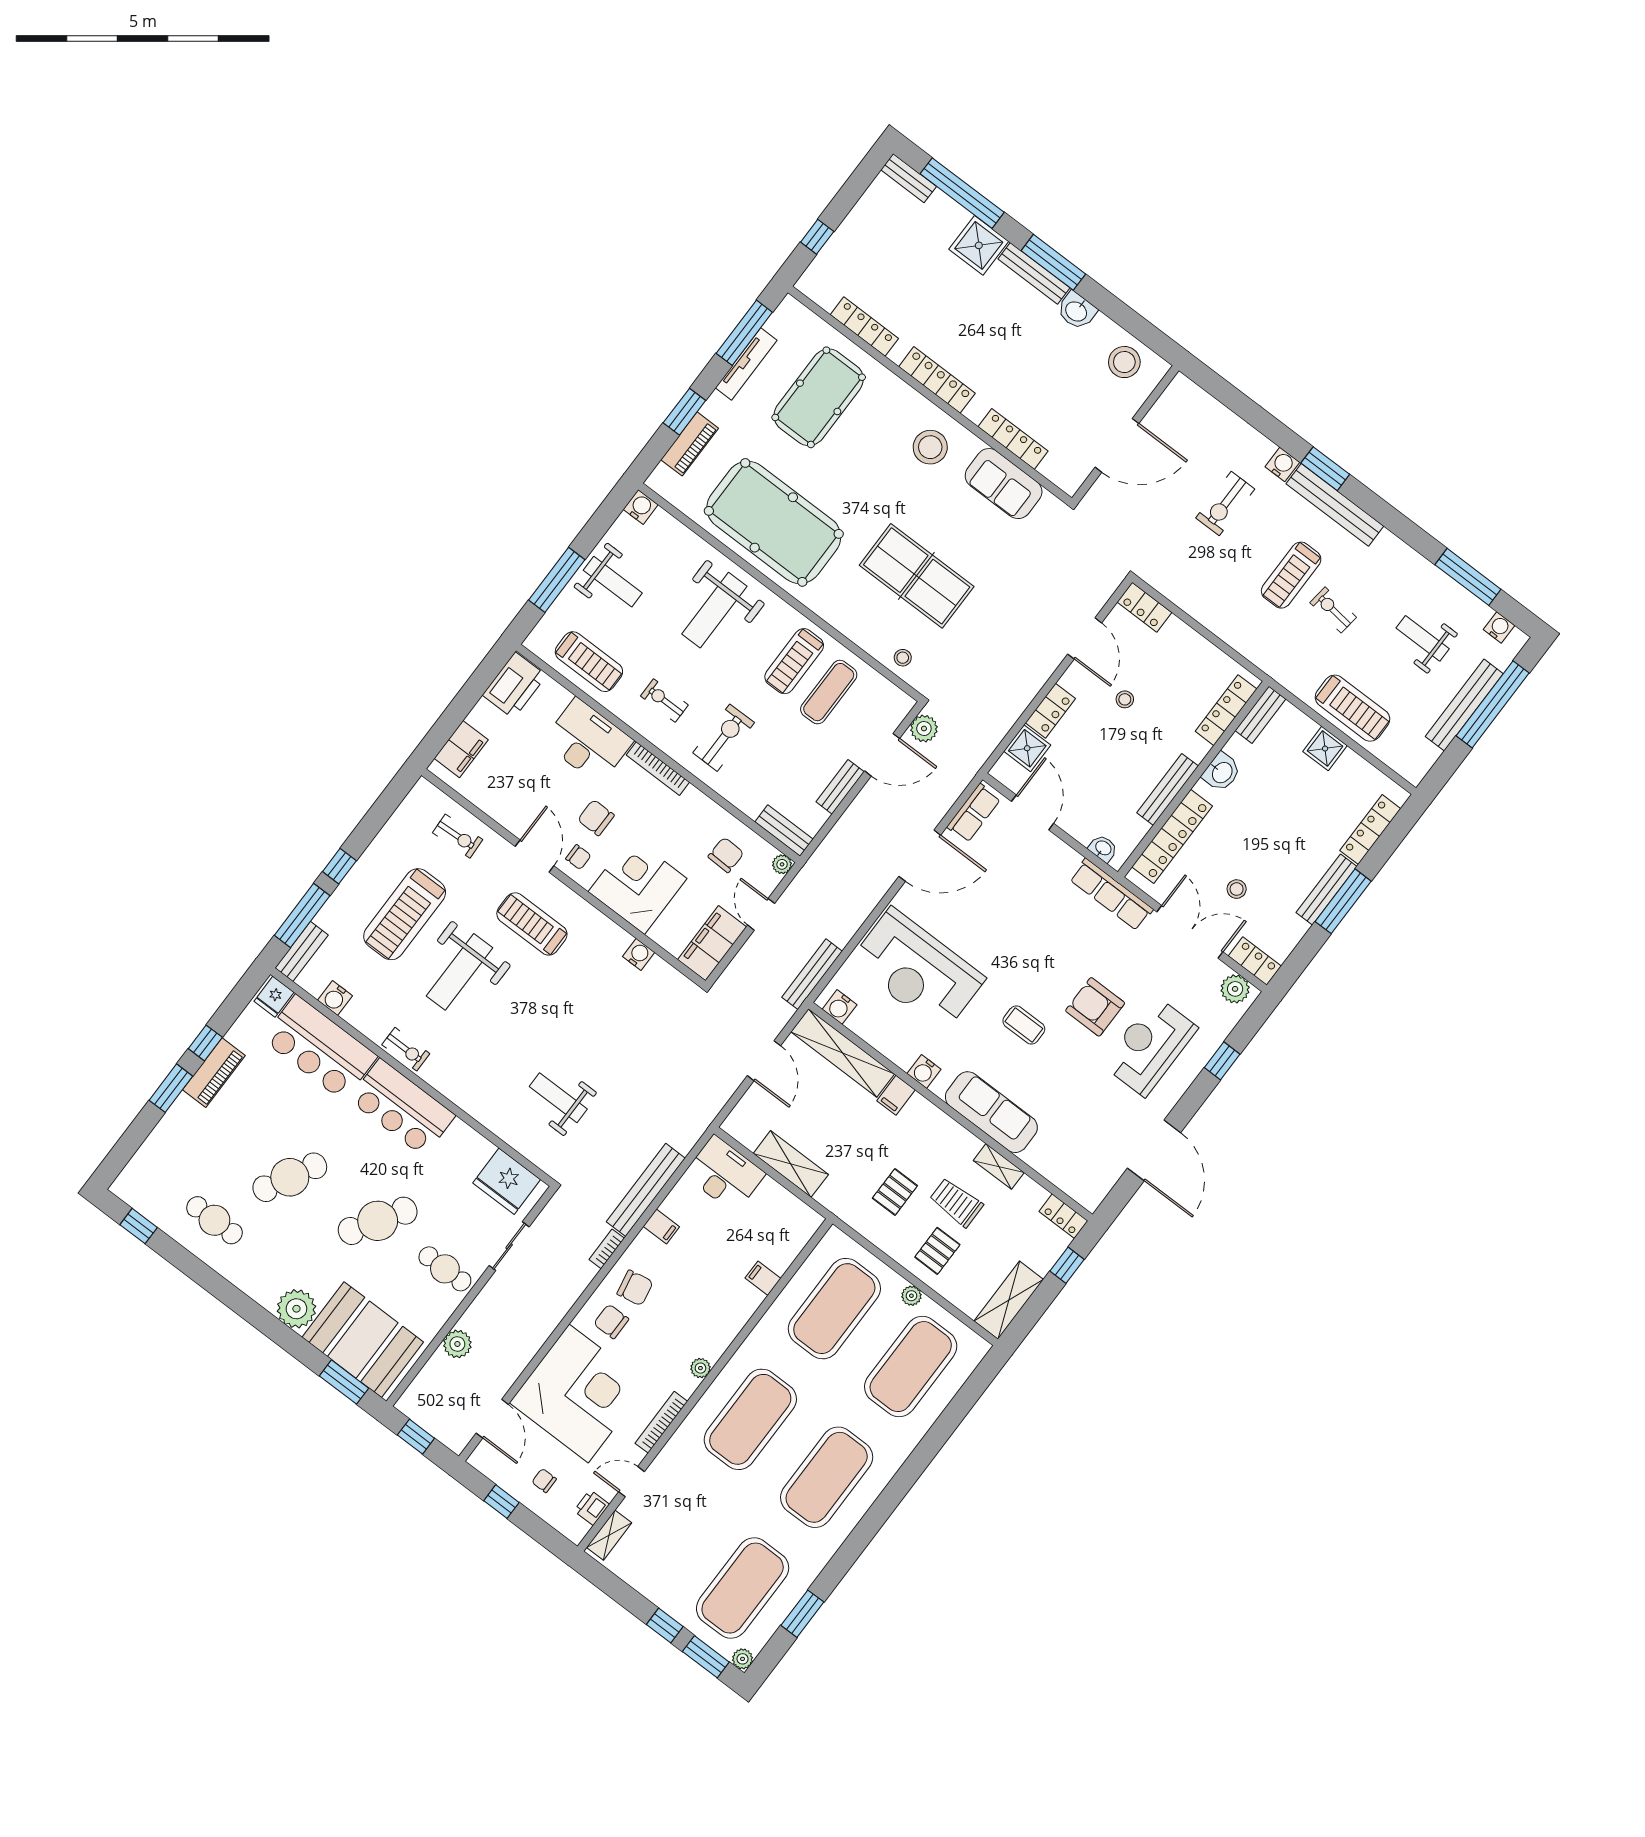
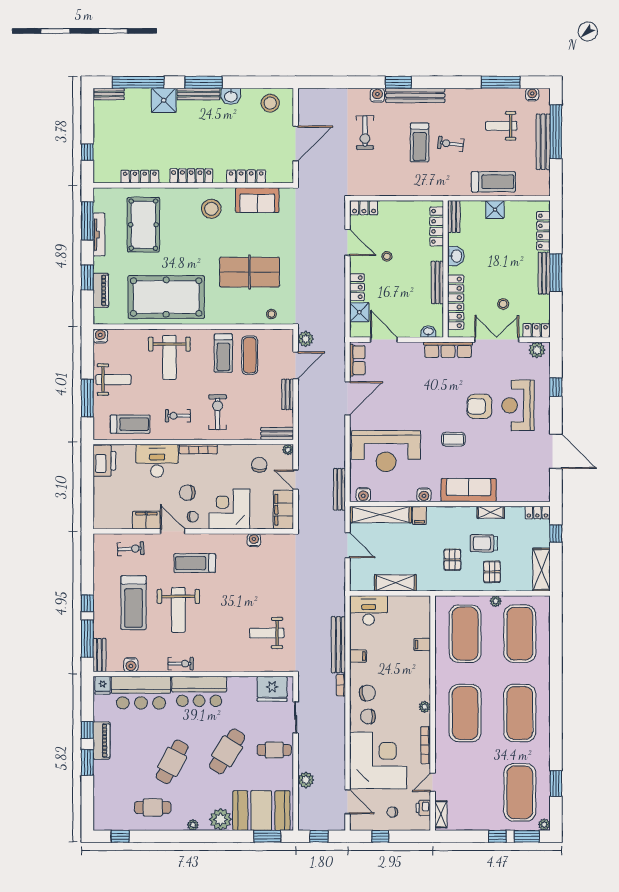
filing cabinet: (461, 749) -> (146, 520), moved, turned -90
plant: (252, 1287) -> (193, 825), added

